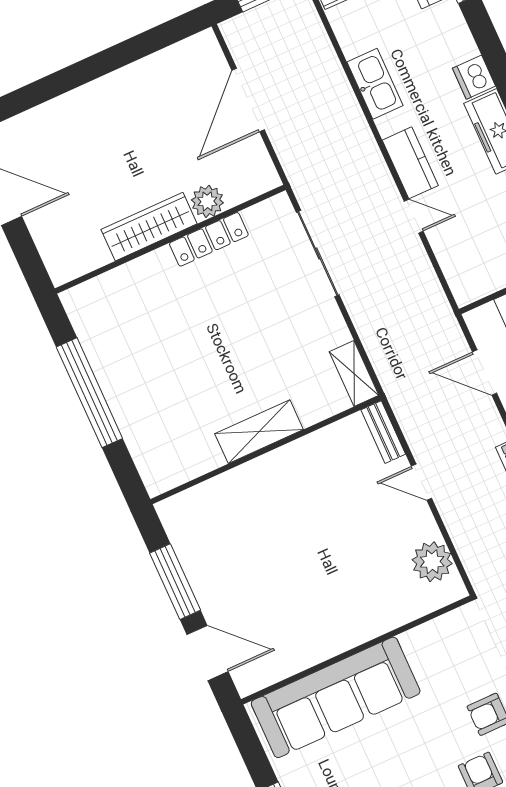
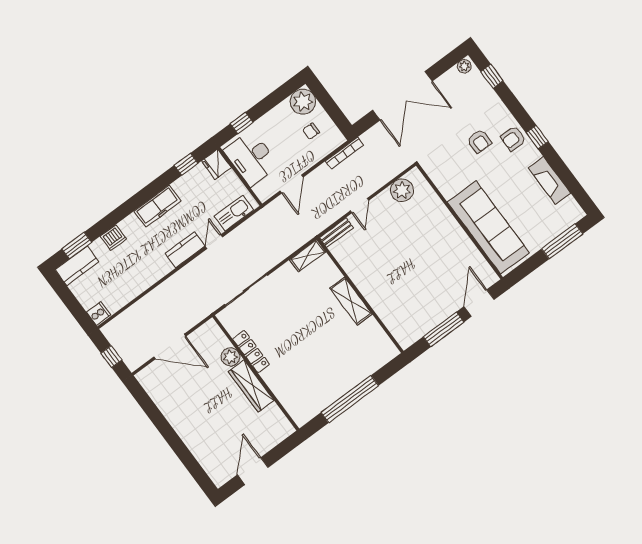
dishwasher: (474, 77) -> (113, 238), moved
kitchen sink: (375, 84) -> (234, 213), moved

